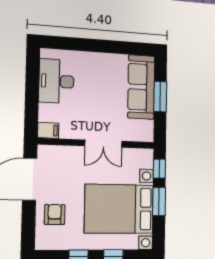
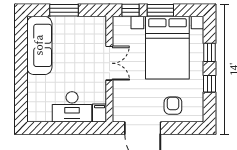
desk: (56, 81) -> (72, 107), moved
sofa: (141, 87) -> (39, 45), moved, turned -90
armchair: (55, 214) -> (173, 106), turned 90

